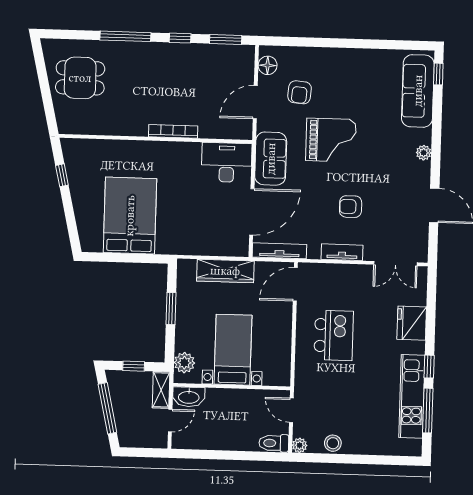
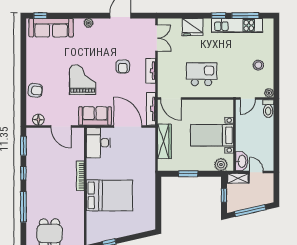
armchair: (300, 92) -> (35, 90), moved
bed: (130, 216) -> (109, 195), moved, turned 180
stool: (333, 443) -> (258, 65), moved

